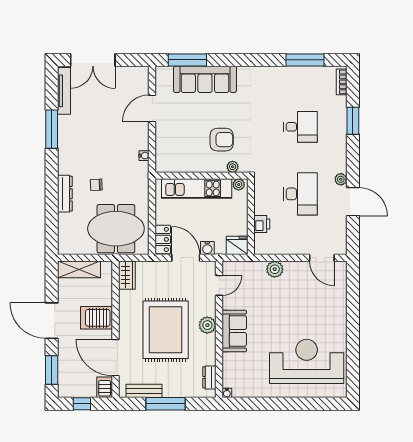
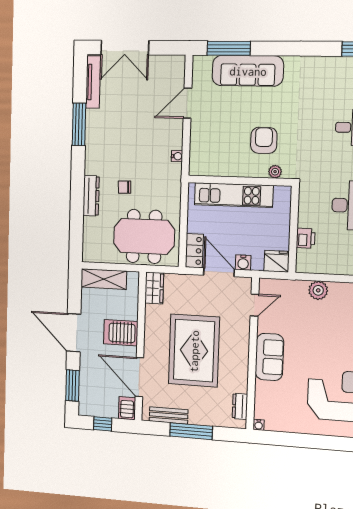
armchair: (222, 140) -> (264, 140), turned -90
plant: (239, 185) -> (281, 192), removed
plant: (207, 325) -> (240, 348), removed

